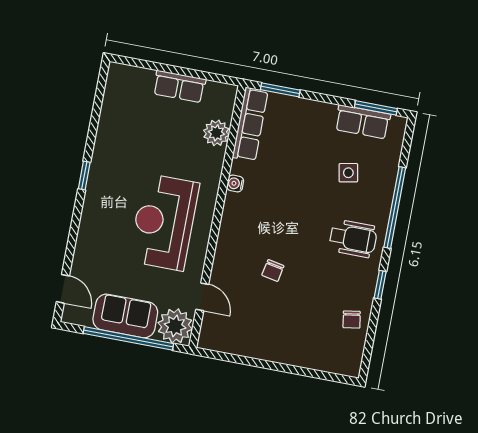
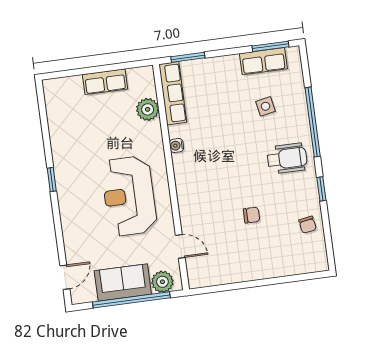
chair: (273, 271) -> (251, 215), moved, turned -101
door: (63, 289) -> (65, 277), hinge flipped
plant: (175, 326) -> (162, 282), width x0.73, depth x0.73

